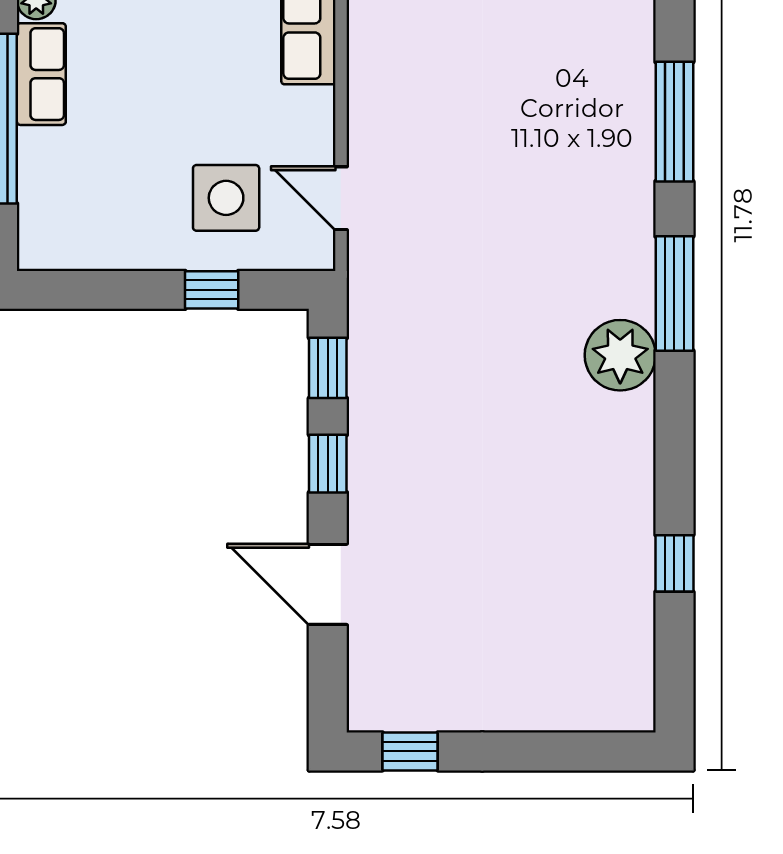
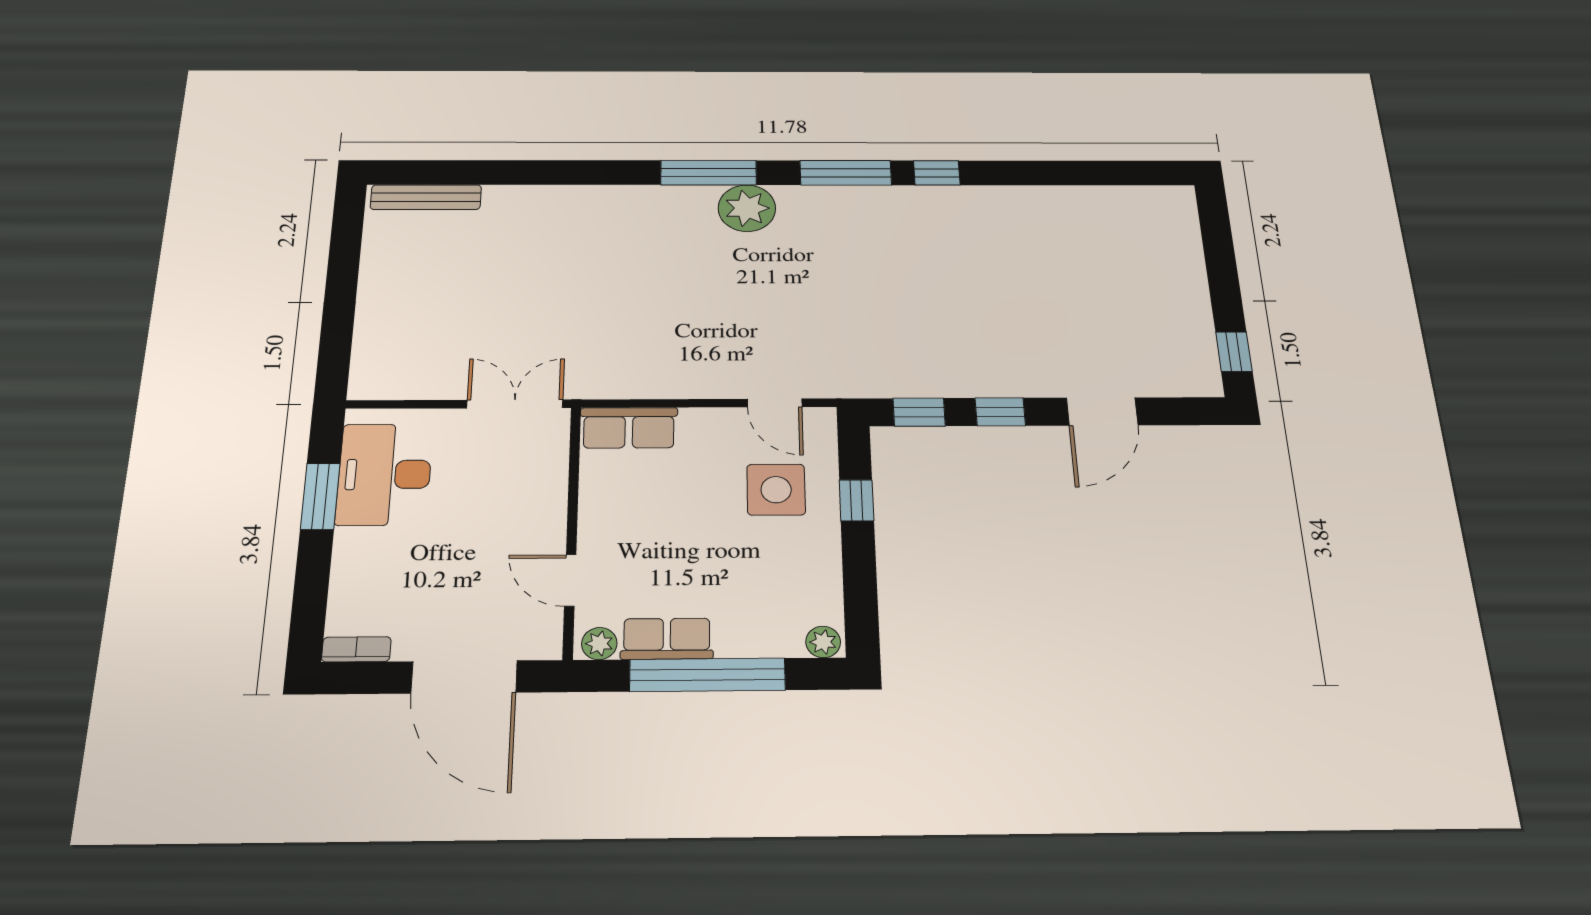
door: (341, 198) -> (775, 403), hinge flipped
plant: (36, 246) -> (823, 642), added
plant: (620, 355) -> (747, 208), moved
window: (674, 563) -> (937, 173), moved

